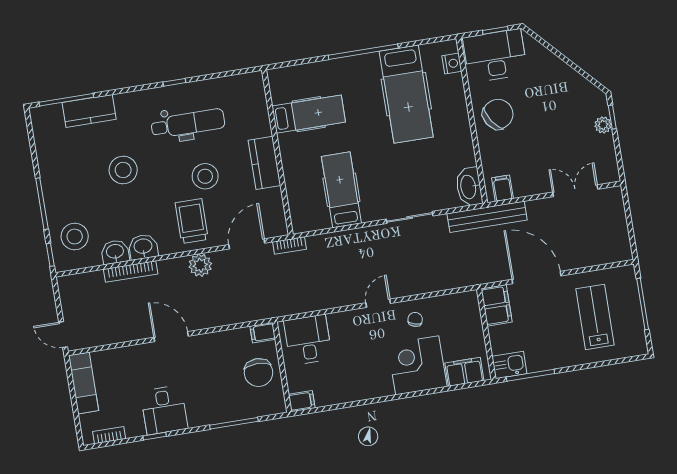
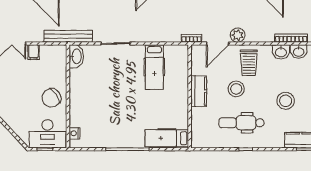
hospital bed: (406, 94) -> (105, 119), removed
hospital bed: (309, 114) -> (167, 138), moved
filing cabinet: (502, 188) -> (34, 52), moved
plant: (200, 265) -> (238, 35), moved

